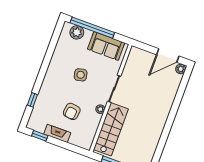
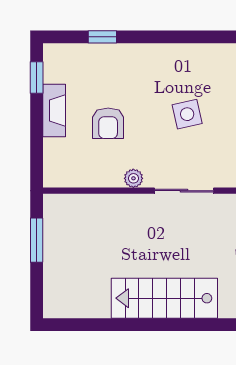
armchair: (72, 111) -> (108, 123), turned -97
stairs: (111, 129) -> (164, 298), moved, turned 180

